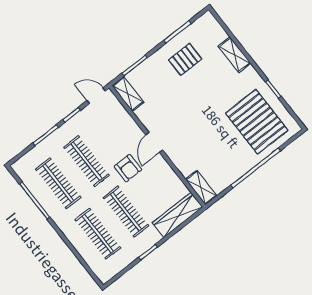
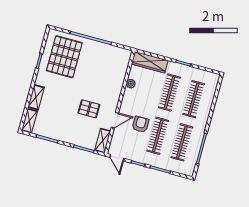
pallet: (185, 59) -> (89, 109), moved
door: (154, 142) -> (115, 120), moved
armchair: (128, 168) -> (141, 124), moved
plant: (169, 175) -> (131, 84), added
shelving: (201, 188) -> (29, 121), moved

